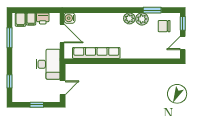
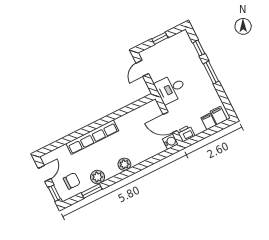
printer: (43, 18) -> (186, 133), moved
plant: (129, 18) -> (124, 164), moved
window: (9, 38) -> (211, 72), moved
row of seats: (96, 53) -> (92, 137), moved
desk: (48, 64) -> (171, 89), width x0.73

